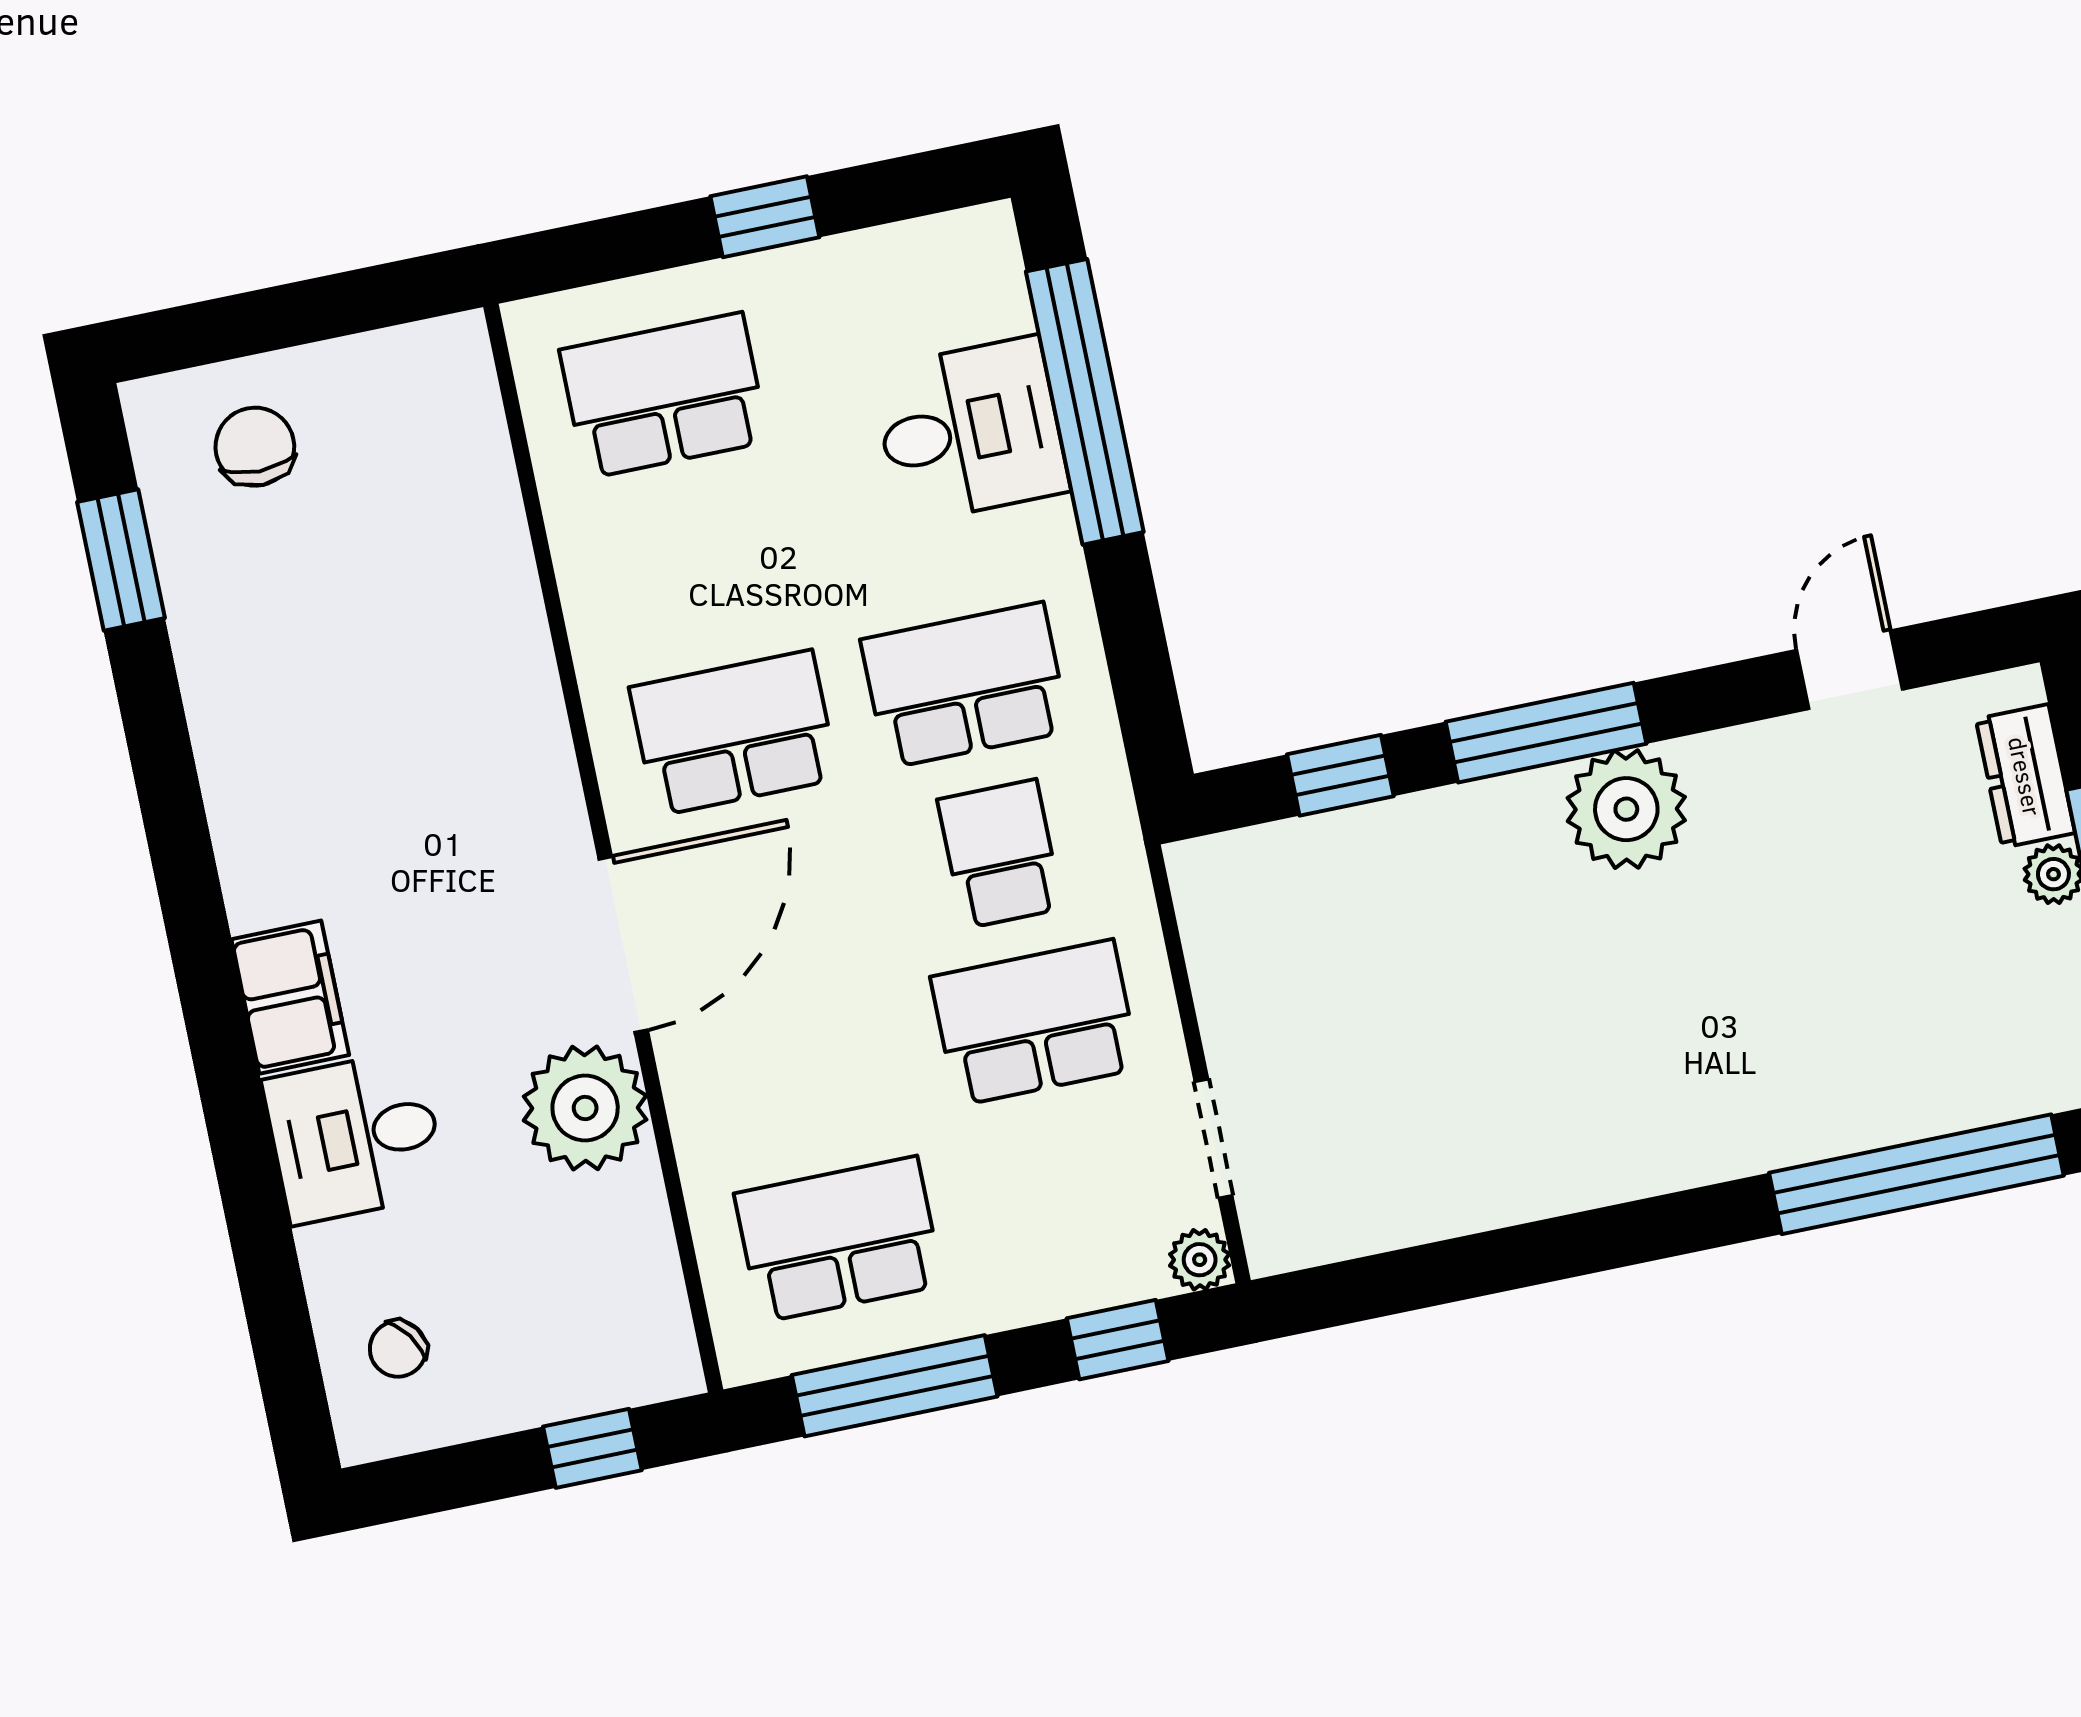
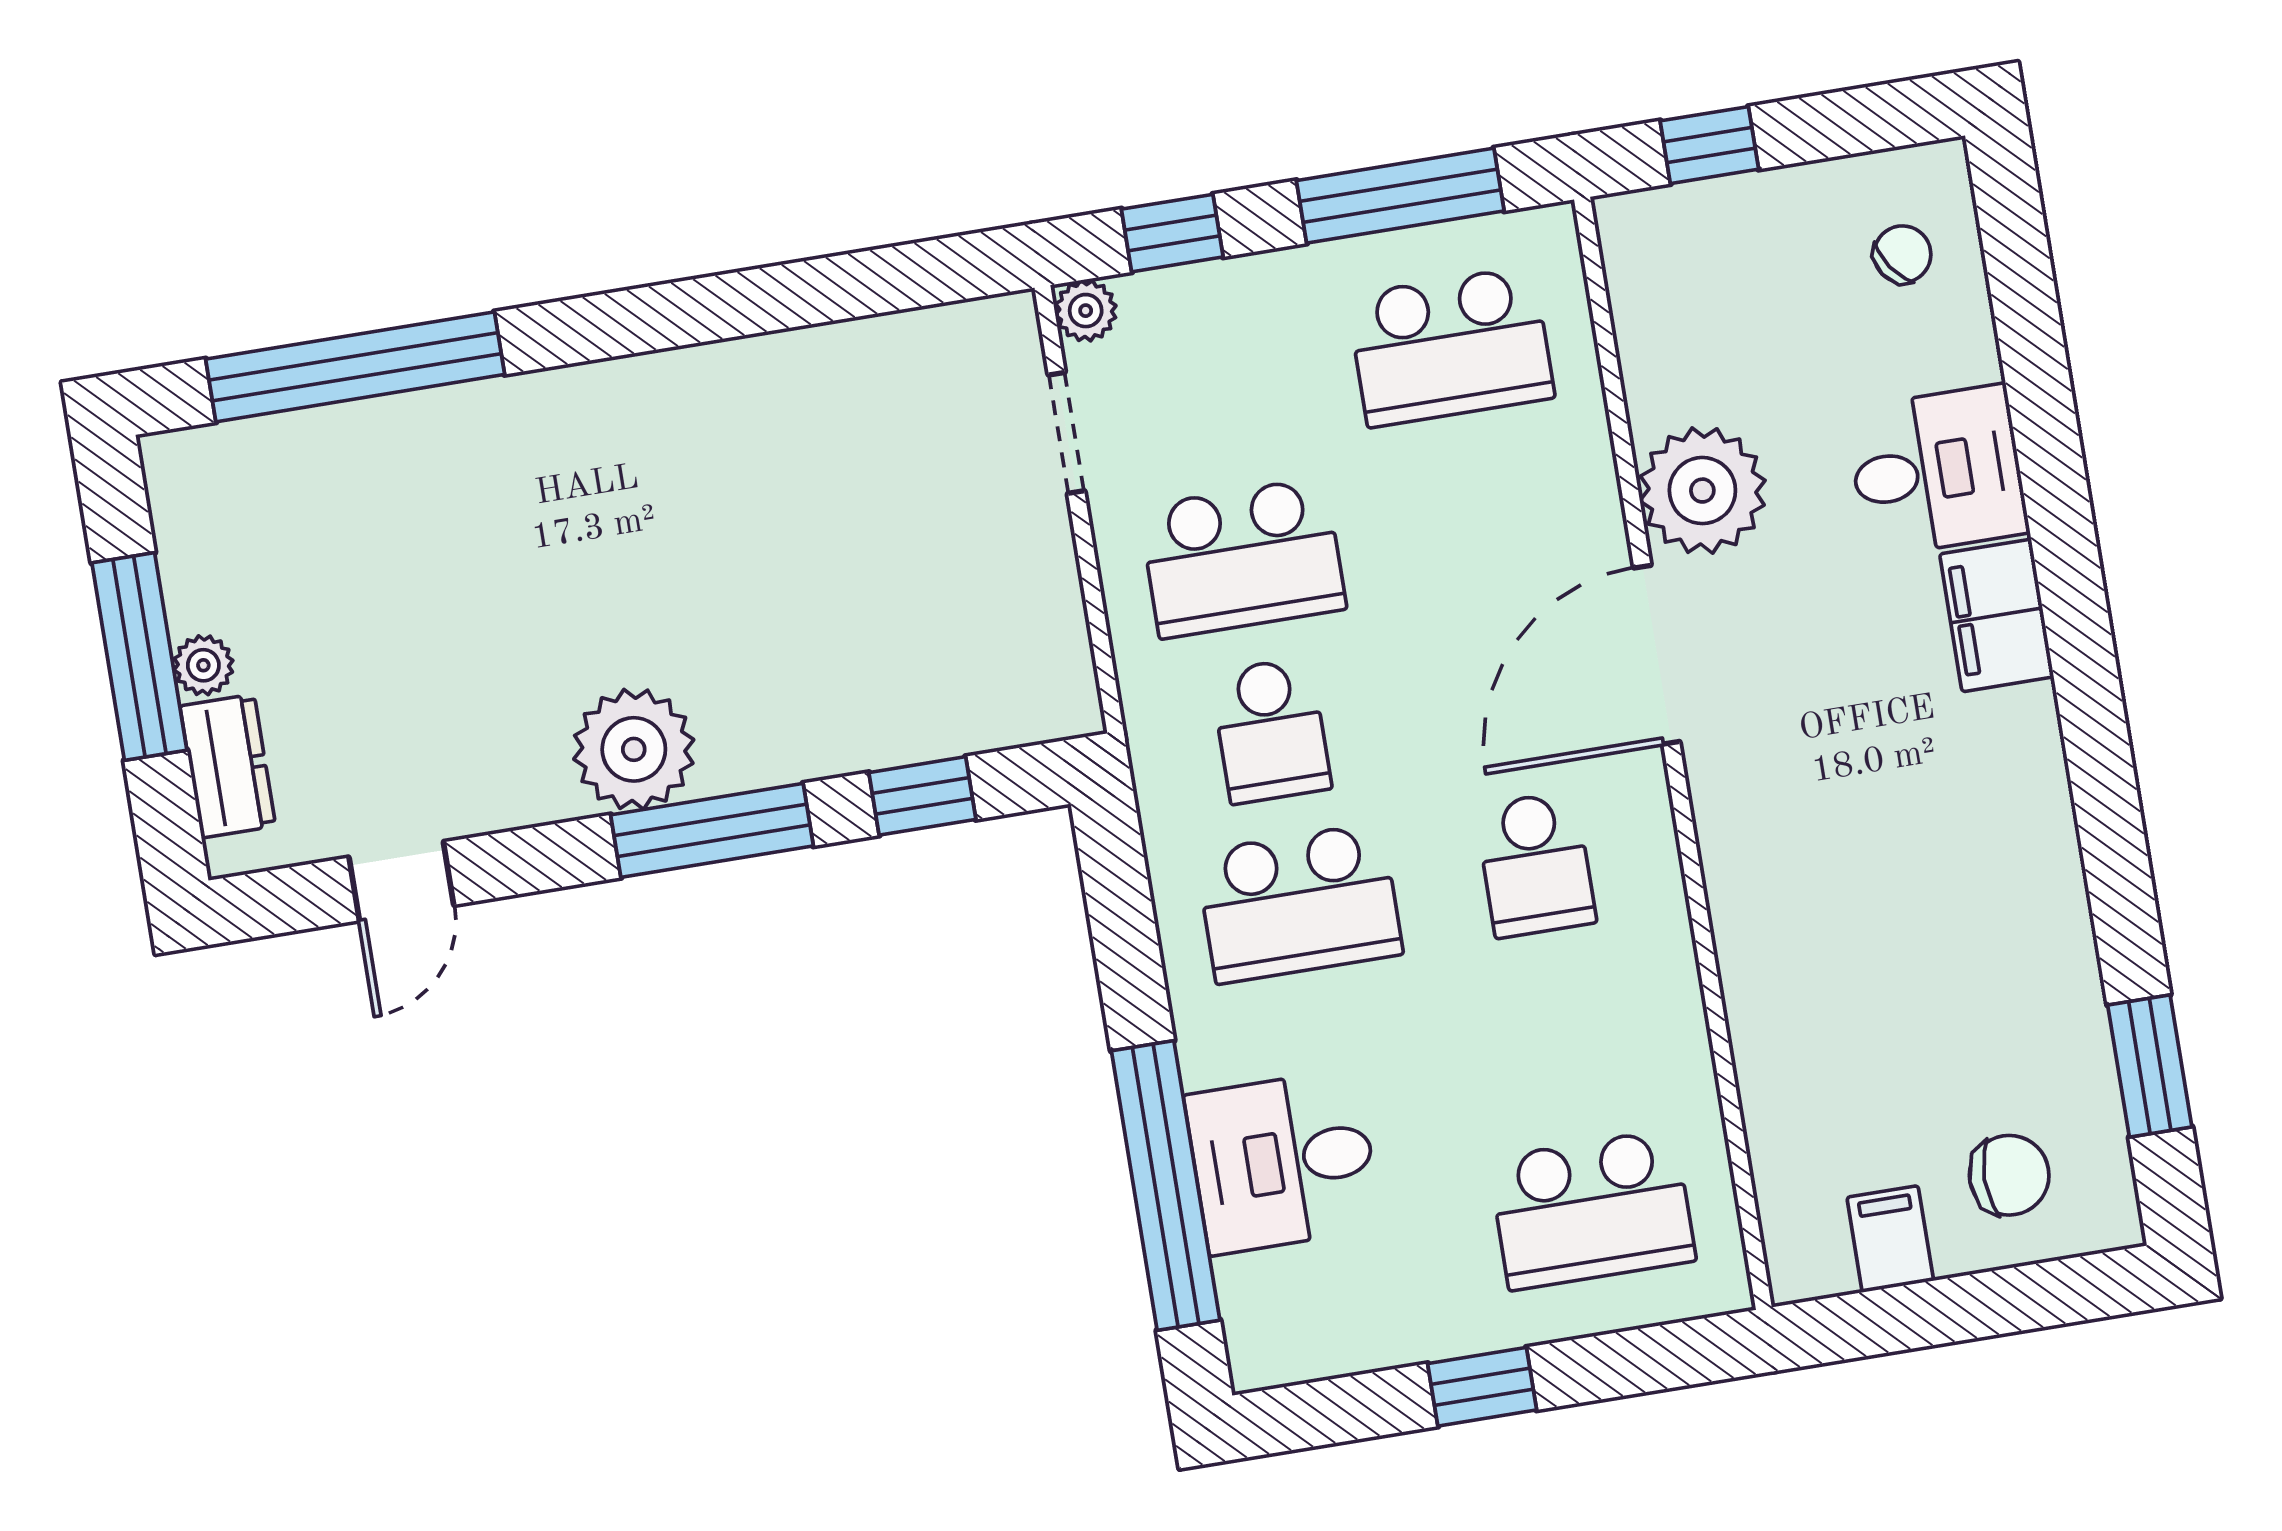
filing cabinet: (369, 379) -> (1890, 1239), added
chair: (255, 447) -> (2009, 1175), turned -90
school desk: (734, 733) -> (1536, 864), width x0.54

